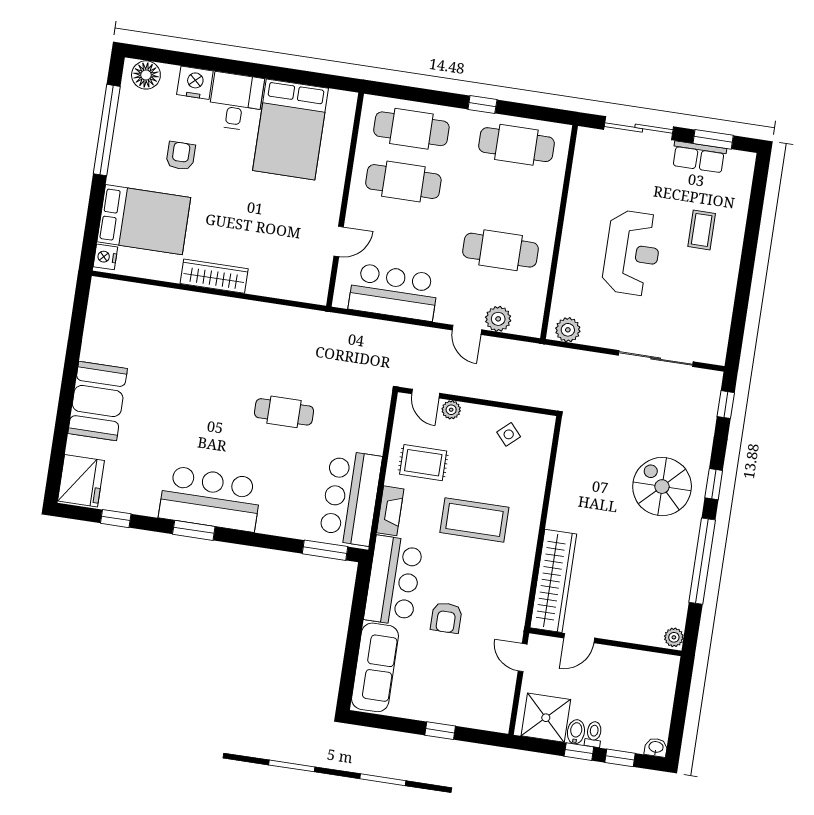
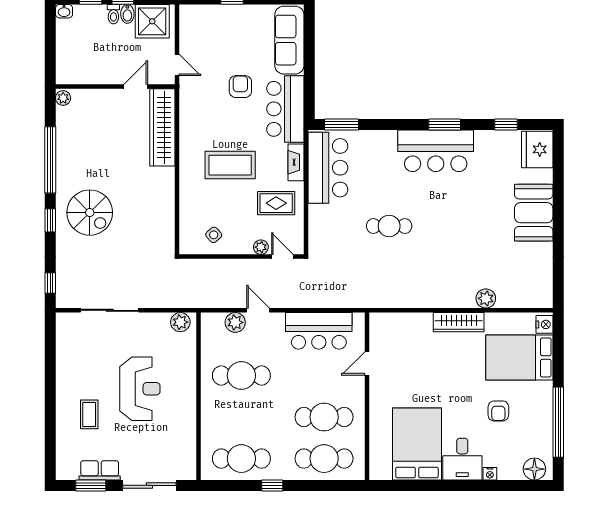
nightstand: (195, 83) -> (490, 474), width x0.53, depth x0.56
reception desk: (632, 253) -> (140, 389), turned 180
plant: (175, 301) -> (486, 298), added

